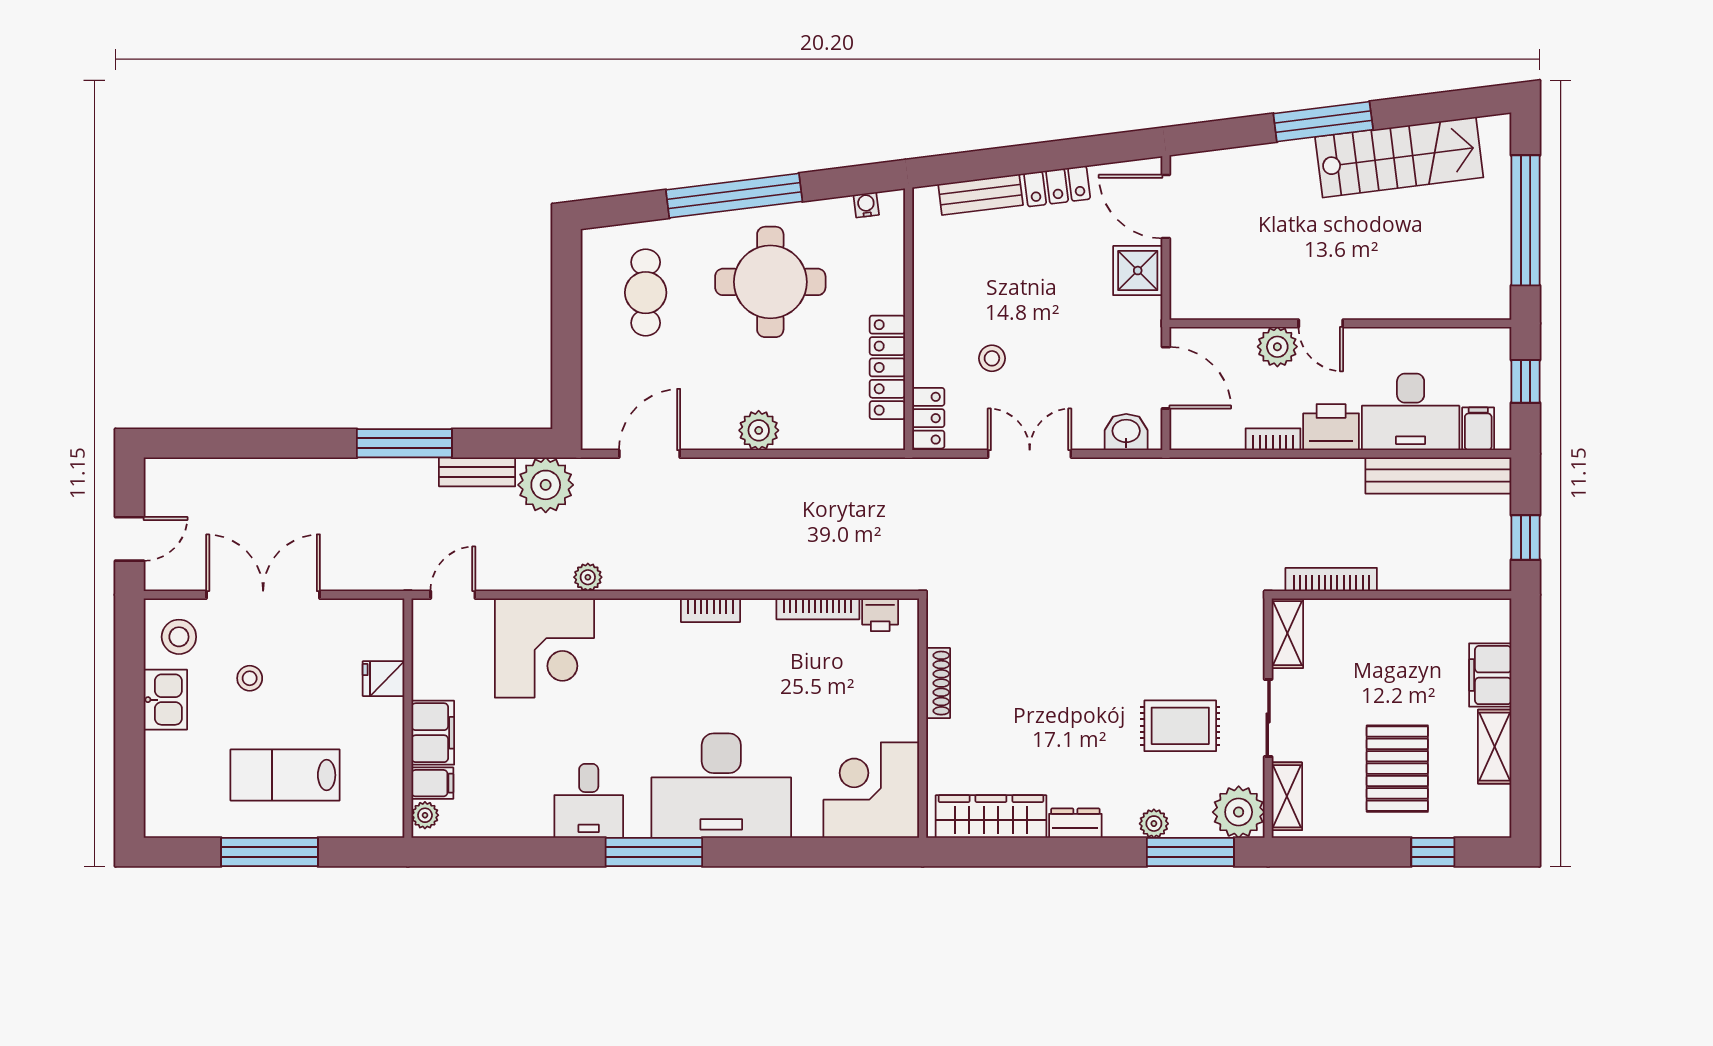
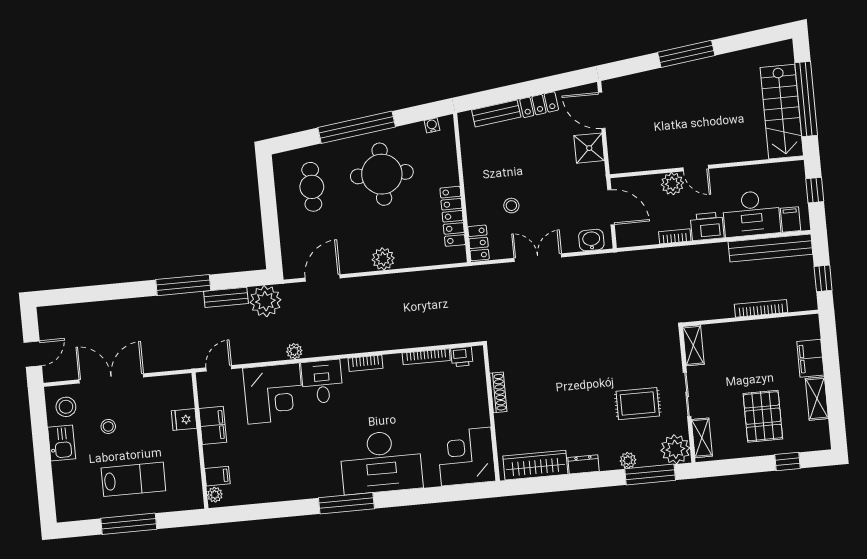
stairs: (1399, 157) -> (782, 112), moved, turned 97
bookcase: (1331, 580) -> (761, 308), moved
filing cabinet: (433, 733) -> (213, 425), moved
lab bench: (285, 775) -> (133, 479), turned 180
desk: (589, 801) -> (322, 382), moved, turned 180

